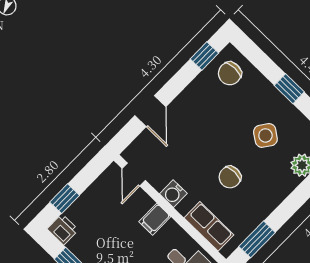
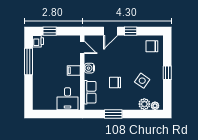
window: (204, 56) -> (131, 31), moved
door: (134, 174) -> (82, 47), swing flipped
window: (257, 239) -> (113, 114), moved

